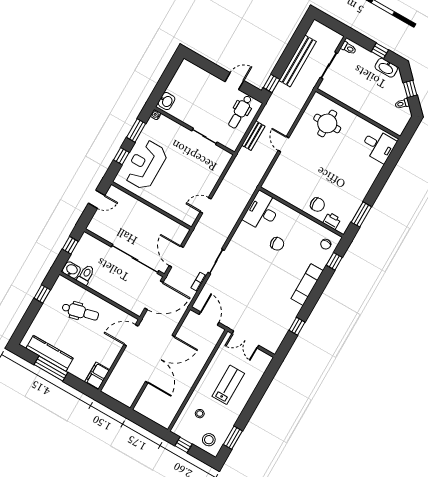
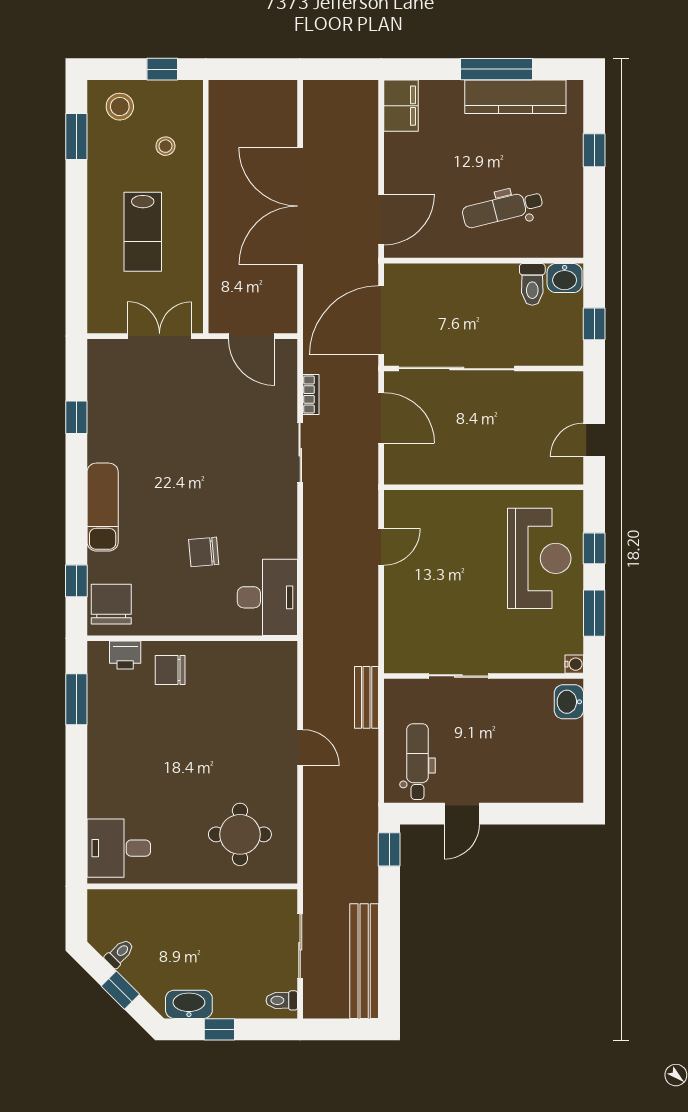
bench: (298, 61) -> (364, 961), moved
bench: (253, 136) -> (367, 697), moved
chair: (326, 244) -> (111, 604), width x1.87, depth x1.87
window: (42, 294) -> (594, 150), moved

